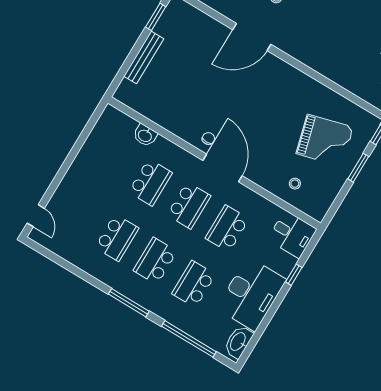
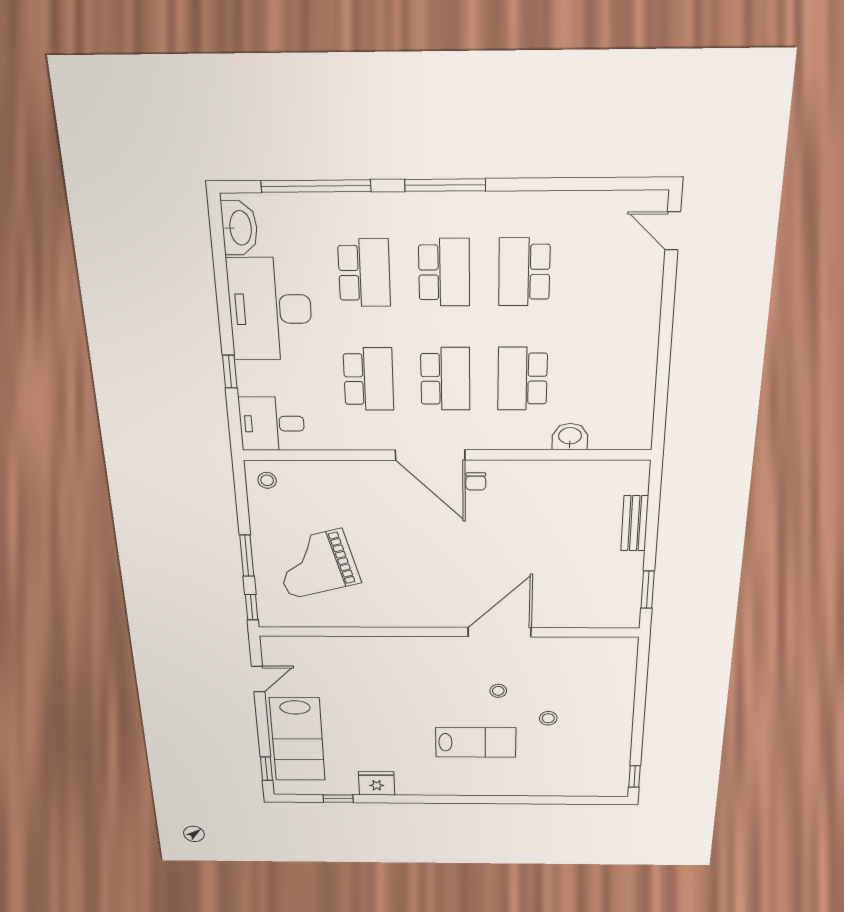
bench: (144, 57) -> (635, 523), width x0.73
stool: (295, 184) -> (267, 480), moved
school desk: (189, 205) -> (445, 379), turned 180

